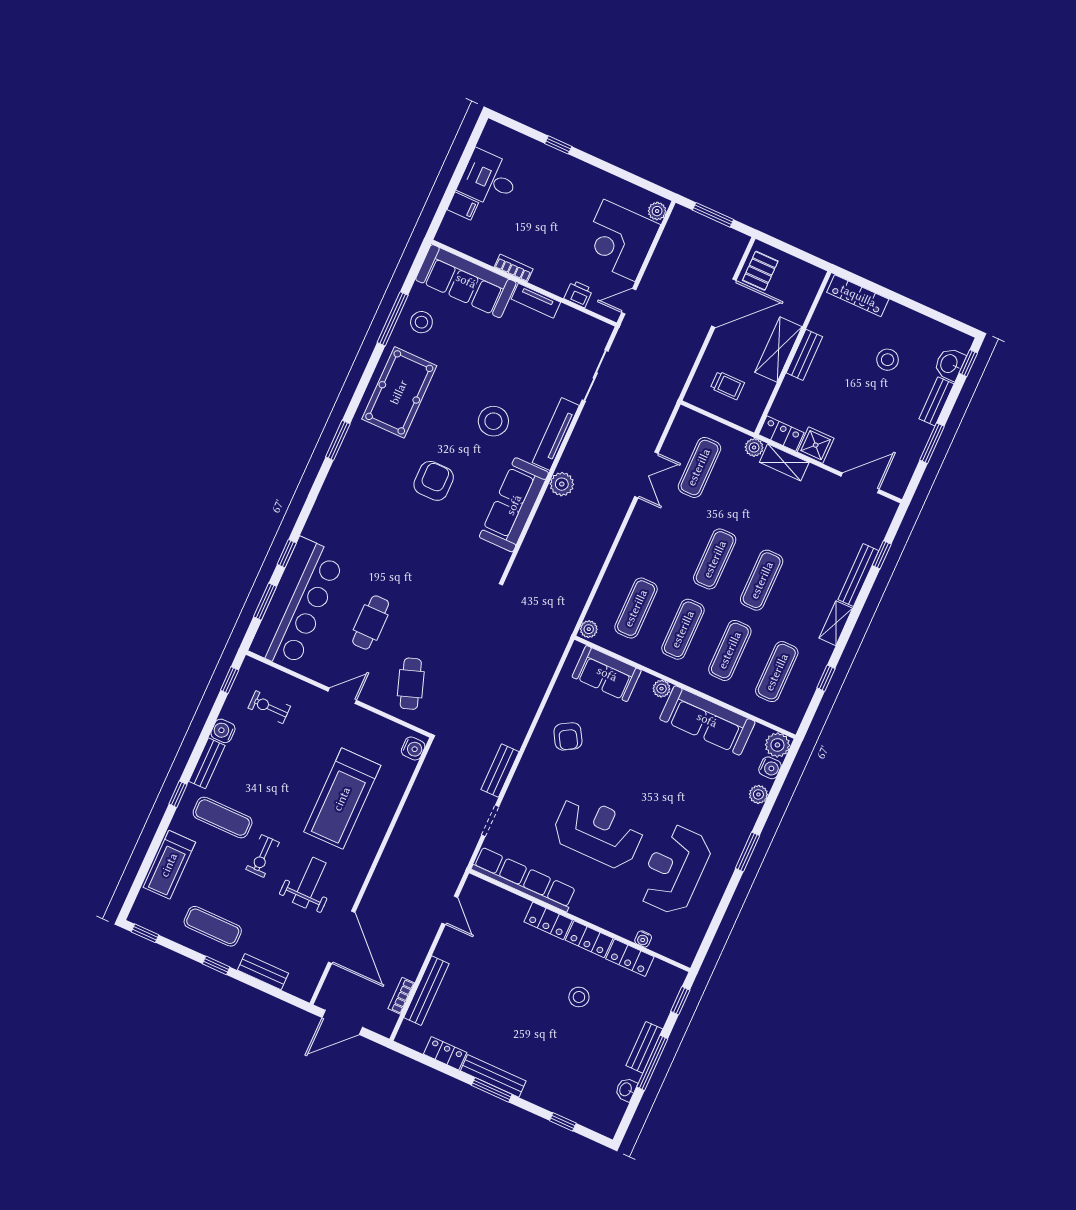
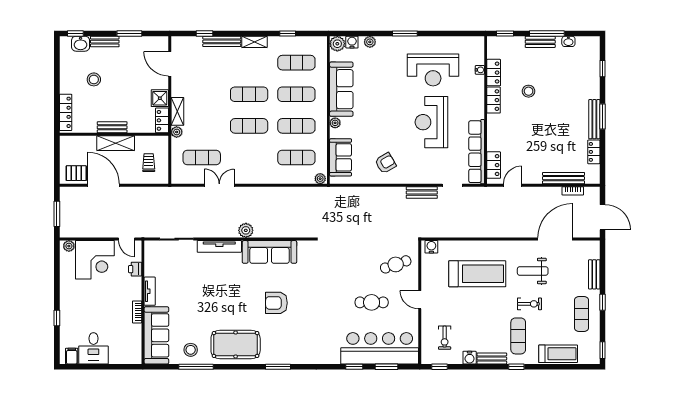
filing cabinet: (463, 206) -> (72, 356), moved
stool: (493, 421) -> (228, 285), removed
locker: (548, 921) -> (494, 165), moved

